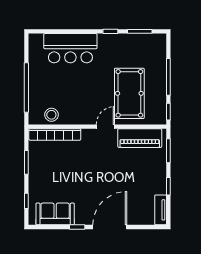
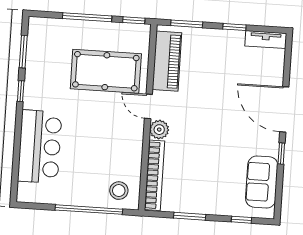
stool: (51, 115) -> (119, 191), moved
plant: (89, 136) -> (159, 130), added

